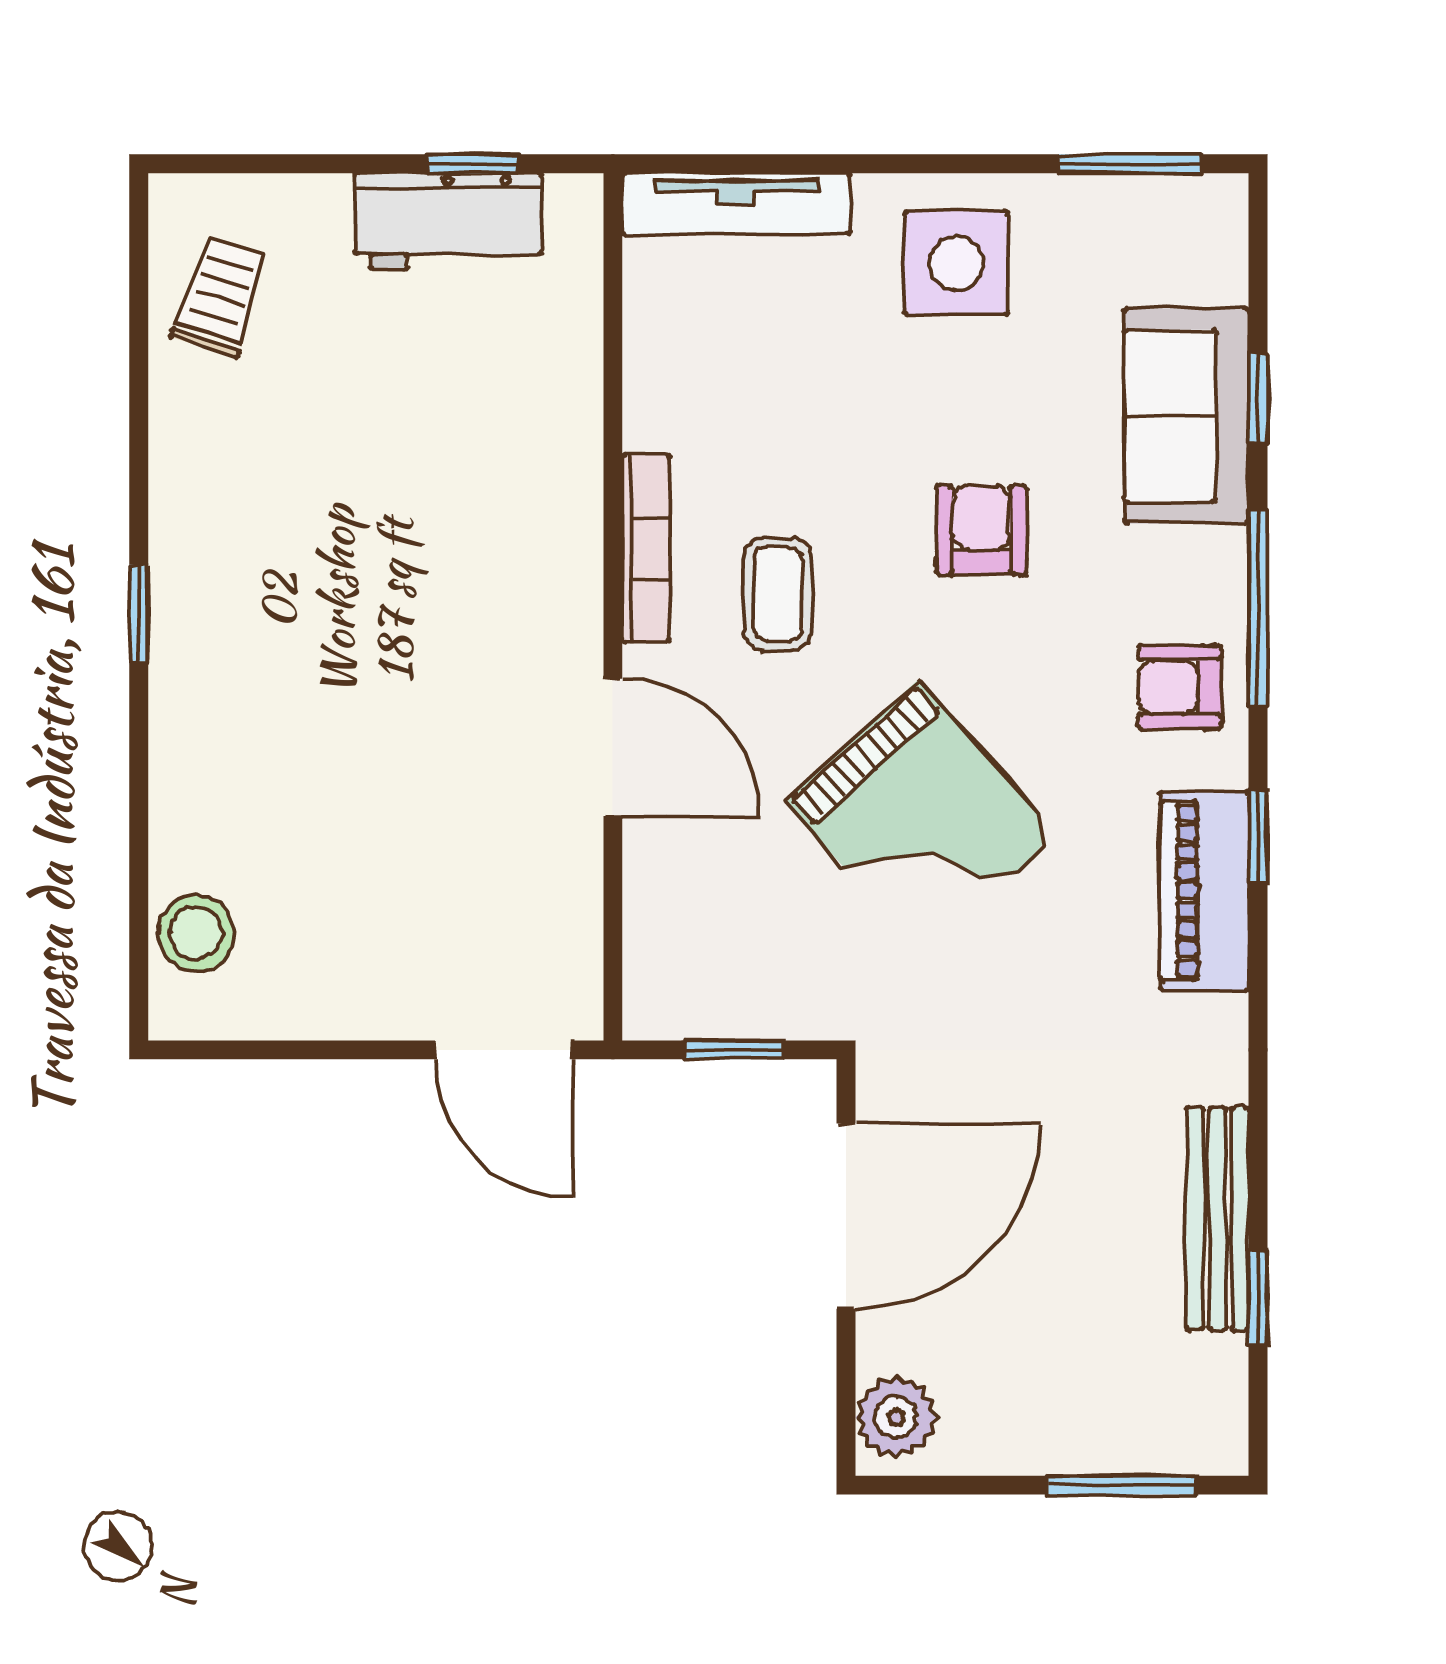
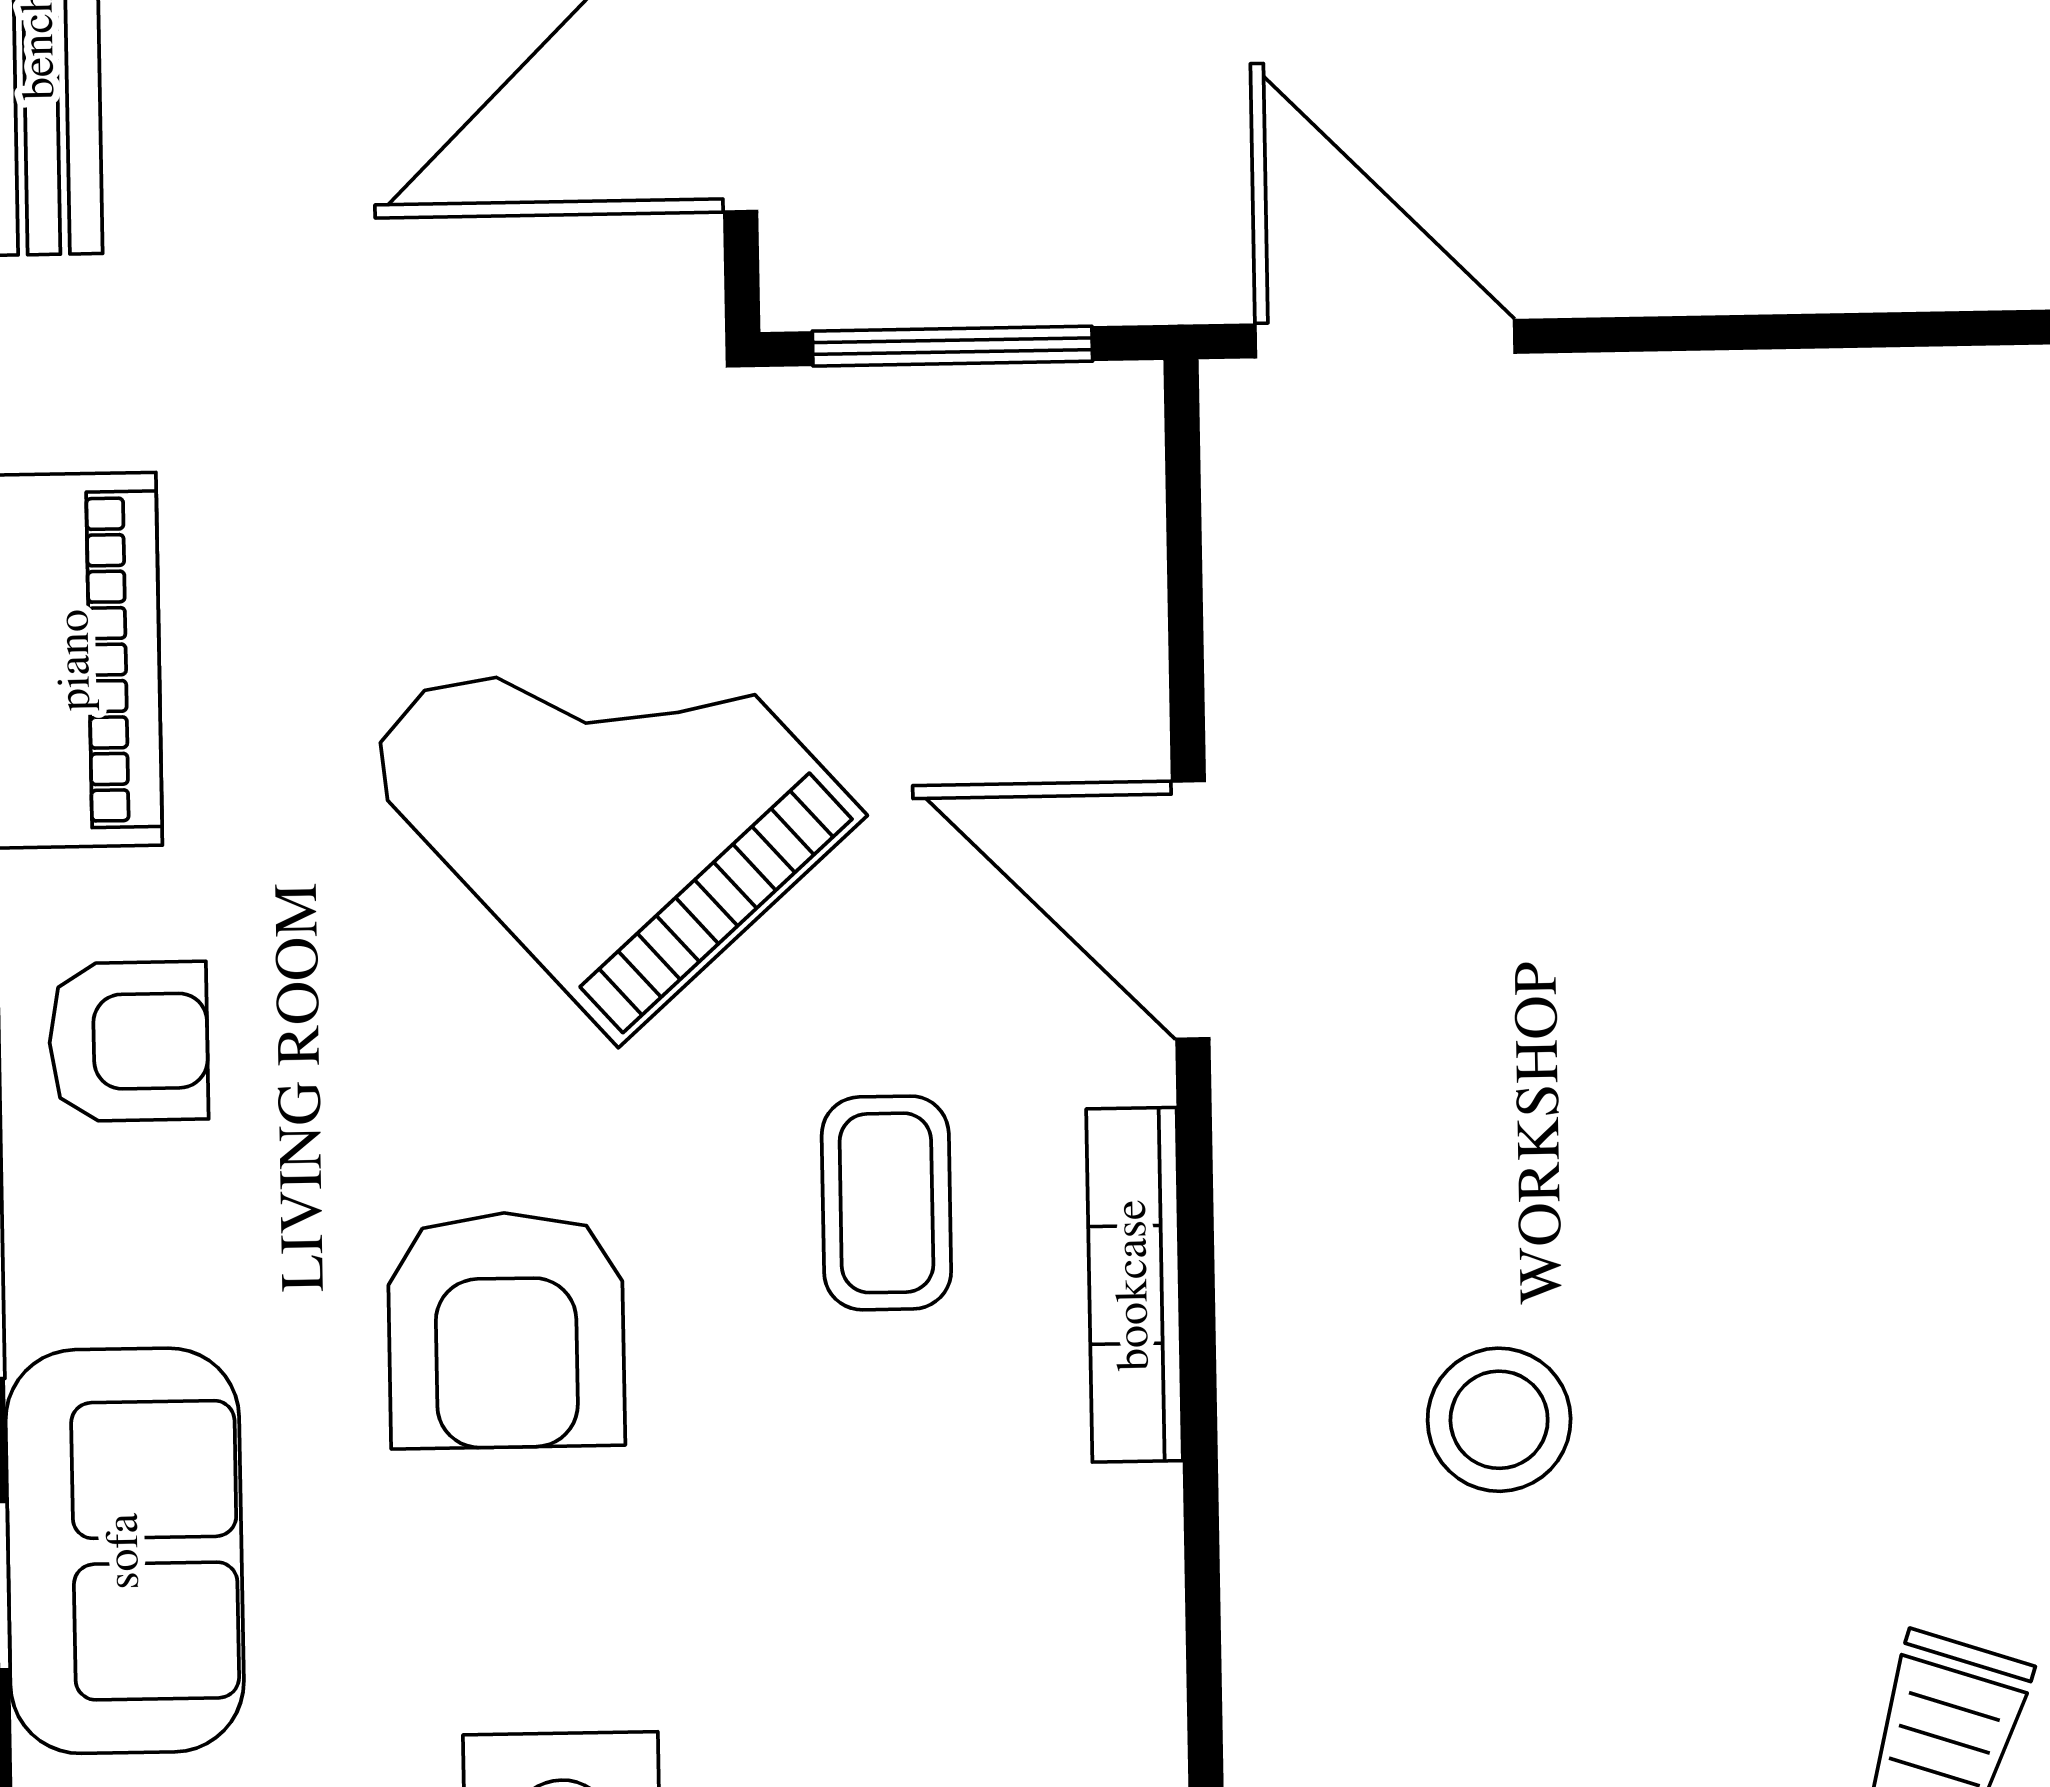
armchair: (981, 530) -> (506, 1330), width x1.38, depth x1.38
stool: (196, 933) -> (1499, 1420), moved
window: (734, 1050) -> (952, 346), width x1.50

